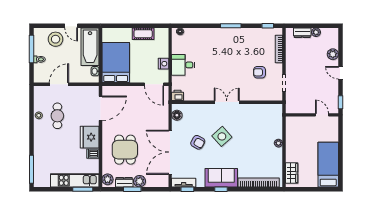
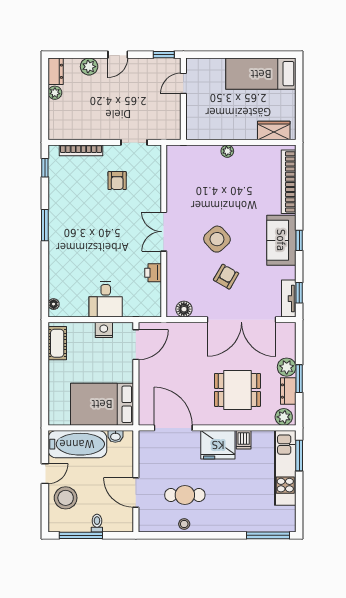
dresser: (302, 33) -> (56, 71), moved
cot: (143, 34) -> (57, 343), moved
printer: (178, 95) -> (153, 273), moved

